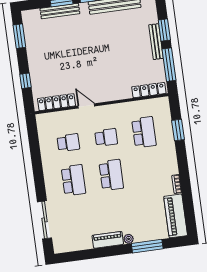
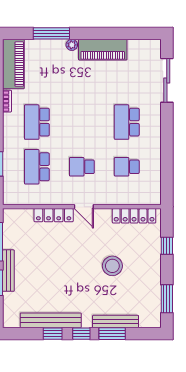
stool: (69, 58) -> (112, 266), added
locker: (149, 90) -> (54, 215), moved
door: (86, 106) -> (84, 207), moved
school desk: (111, 175) -> (37, 122), moved
piano: (108, 240) -> (103, 50), width x1.37, depth x1.33

